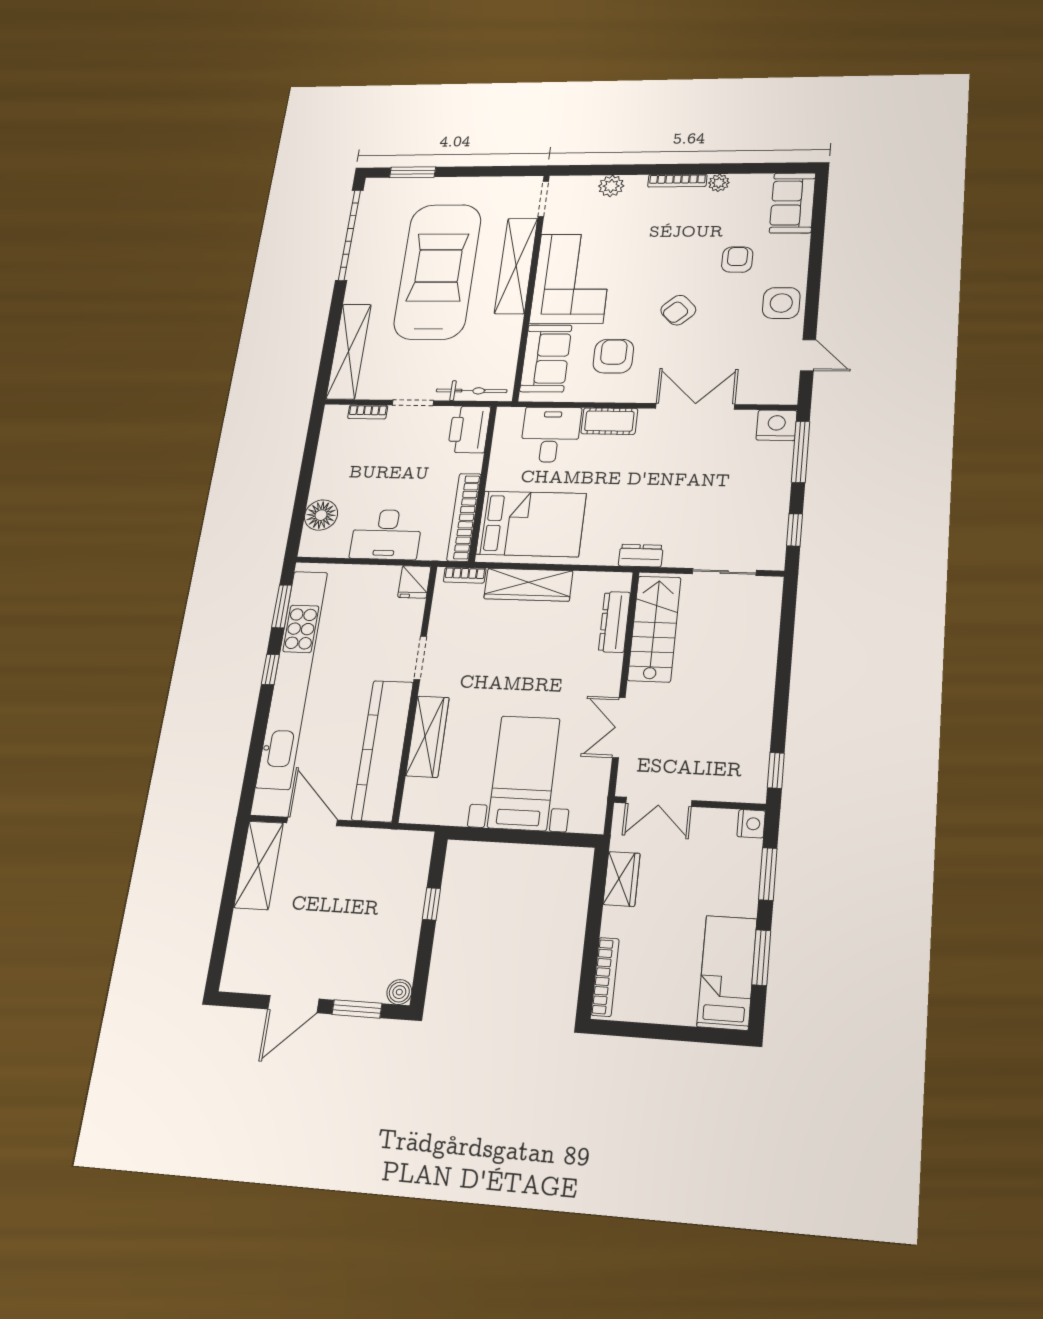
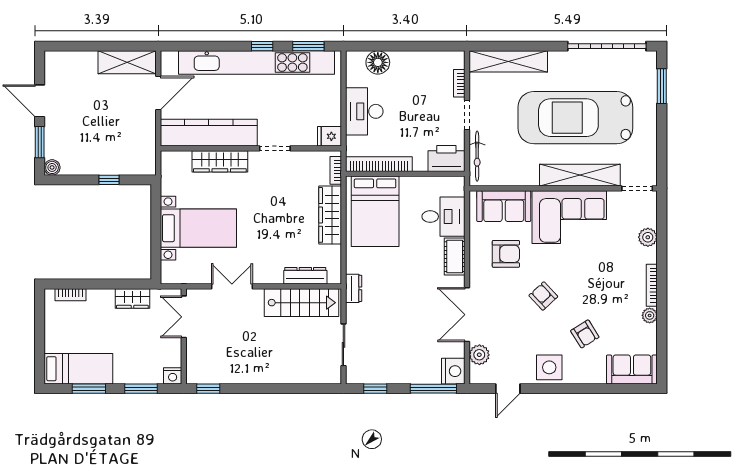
armchair: (737, 260) -> (585, 334), turned 57
car: (438, 271) -> (575, 118), turned 180
plant: (755, 391) -> (479, 355), added
double door: (695, 406) -> (467, 315), swing flipped
bookcase: (605, 977) -> (70, 295), width x0.64

